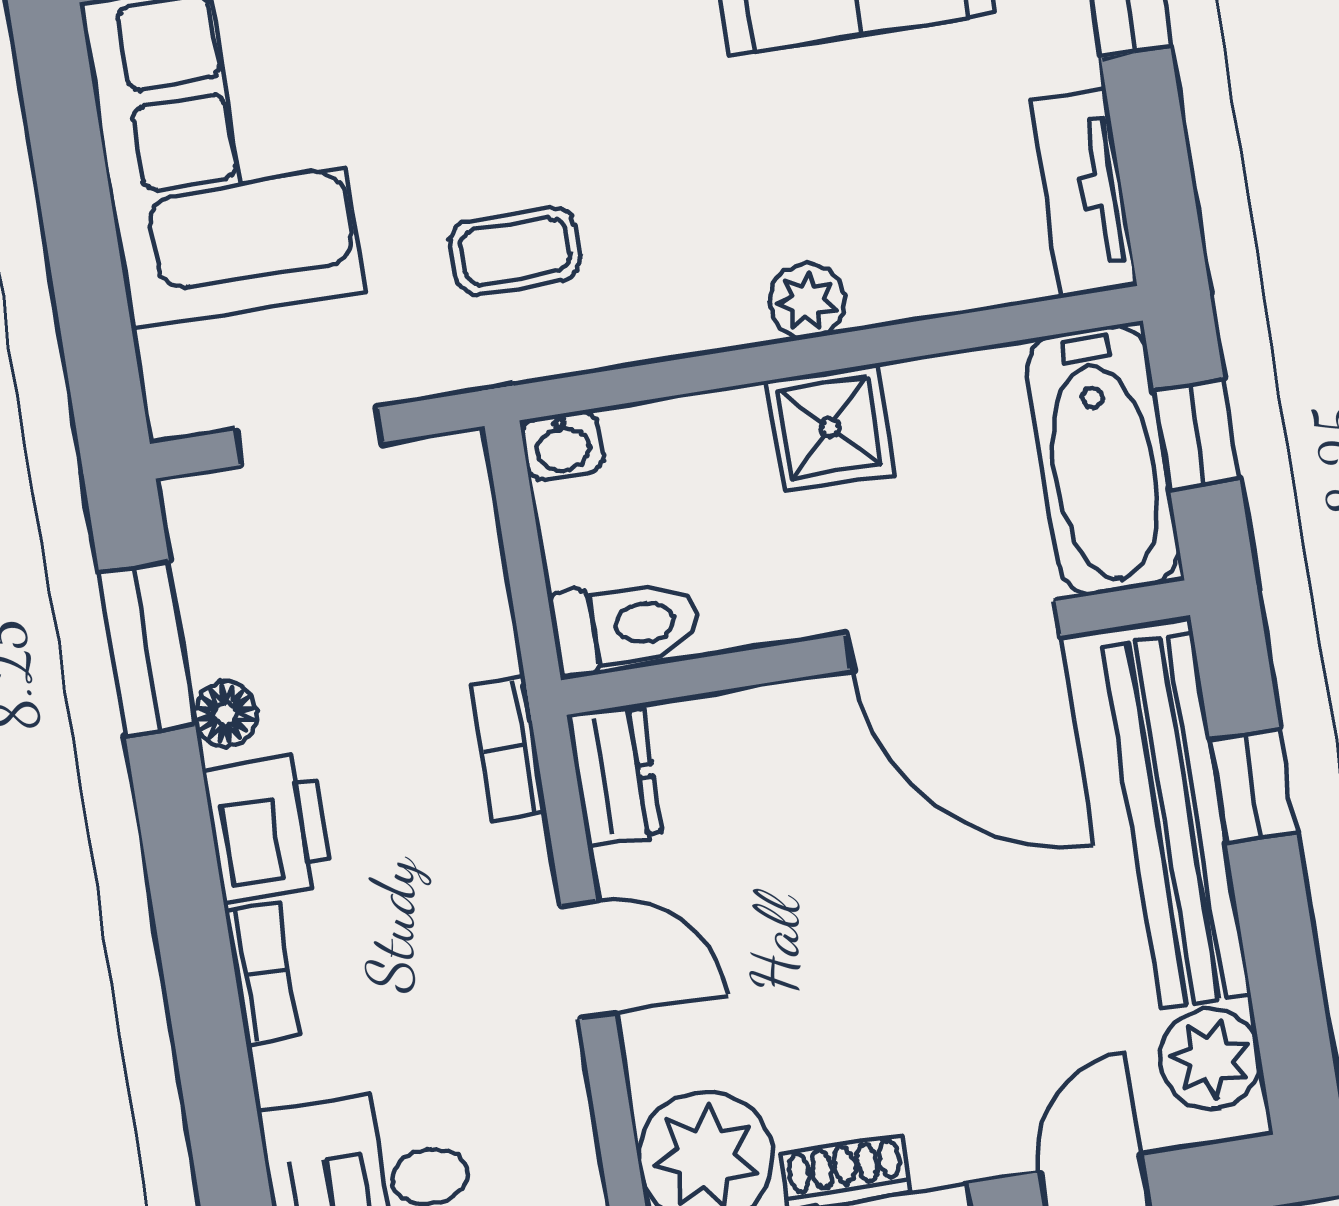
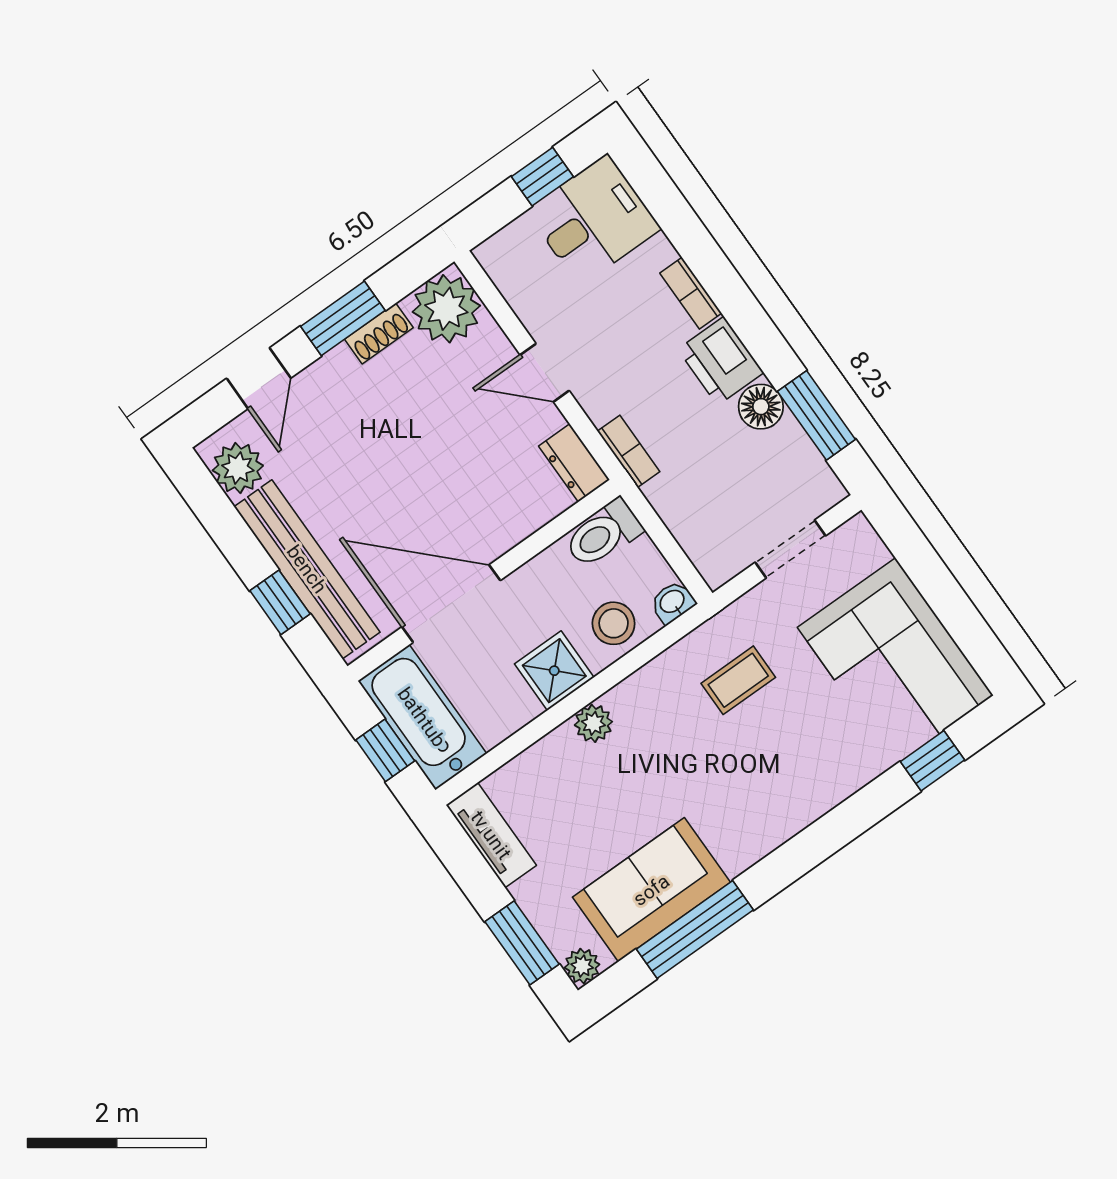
stool: (685, 459) -> (614, 623), added
floor lamp: (226, 714) -> (761, 407), width x1.37, depth x1.37

